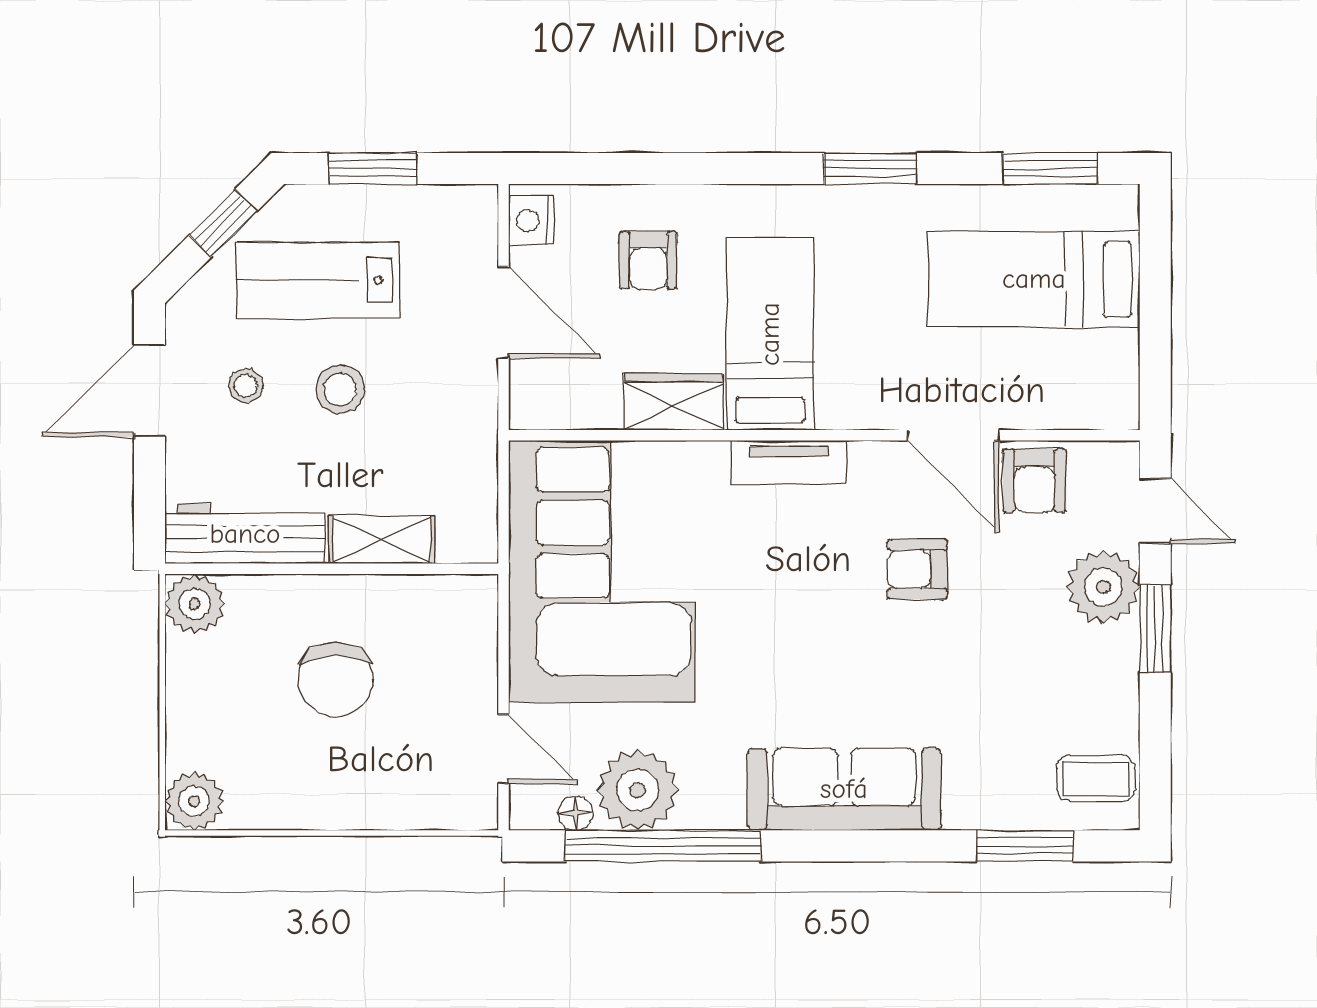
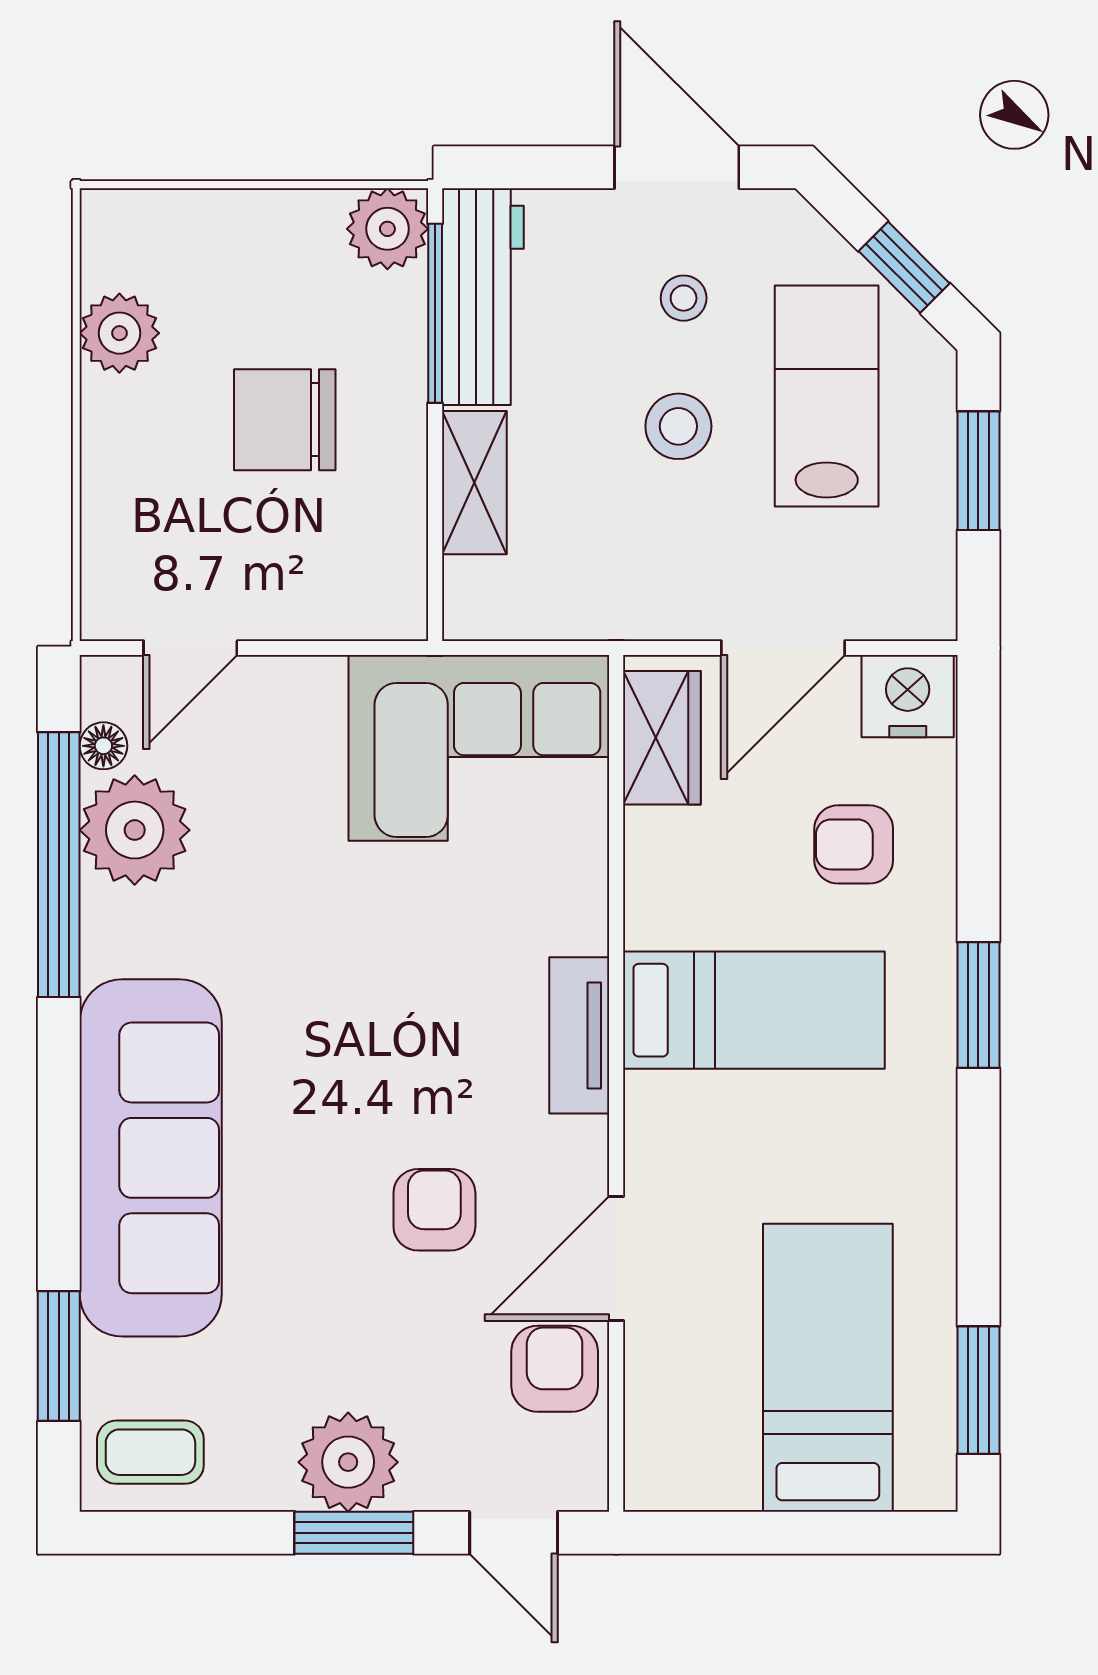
window: (870, 169) -> (978, 1005), moved
nightstand: (532, 221) -> (908, 696), width x1.36, depth x1.33
wardrobe: (674, 402) -> (662, 738), moved
armchair: (1034, 481) -> (555, 1369), turned 90
door: (1155, 511) -> (514, 1533), hinge flipped
window: (257, 569) -> (435, 313), added
corner sofa: (602, 571) -> (479, 748), width x0.73, depth x0.74
plant: (1103, 587) -> (348, 1462), moved
coffee table: (1096, 778) -> (150, 1452), turned 90
sofa: (844, 789) -> (151, 1158), width x1.36, depth x1.27
plant: (194, 801) -> (119, 333), moved

